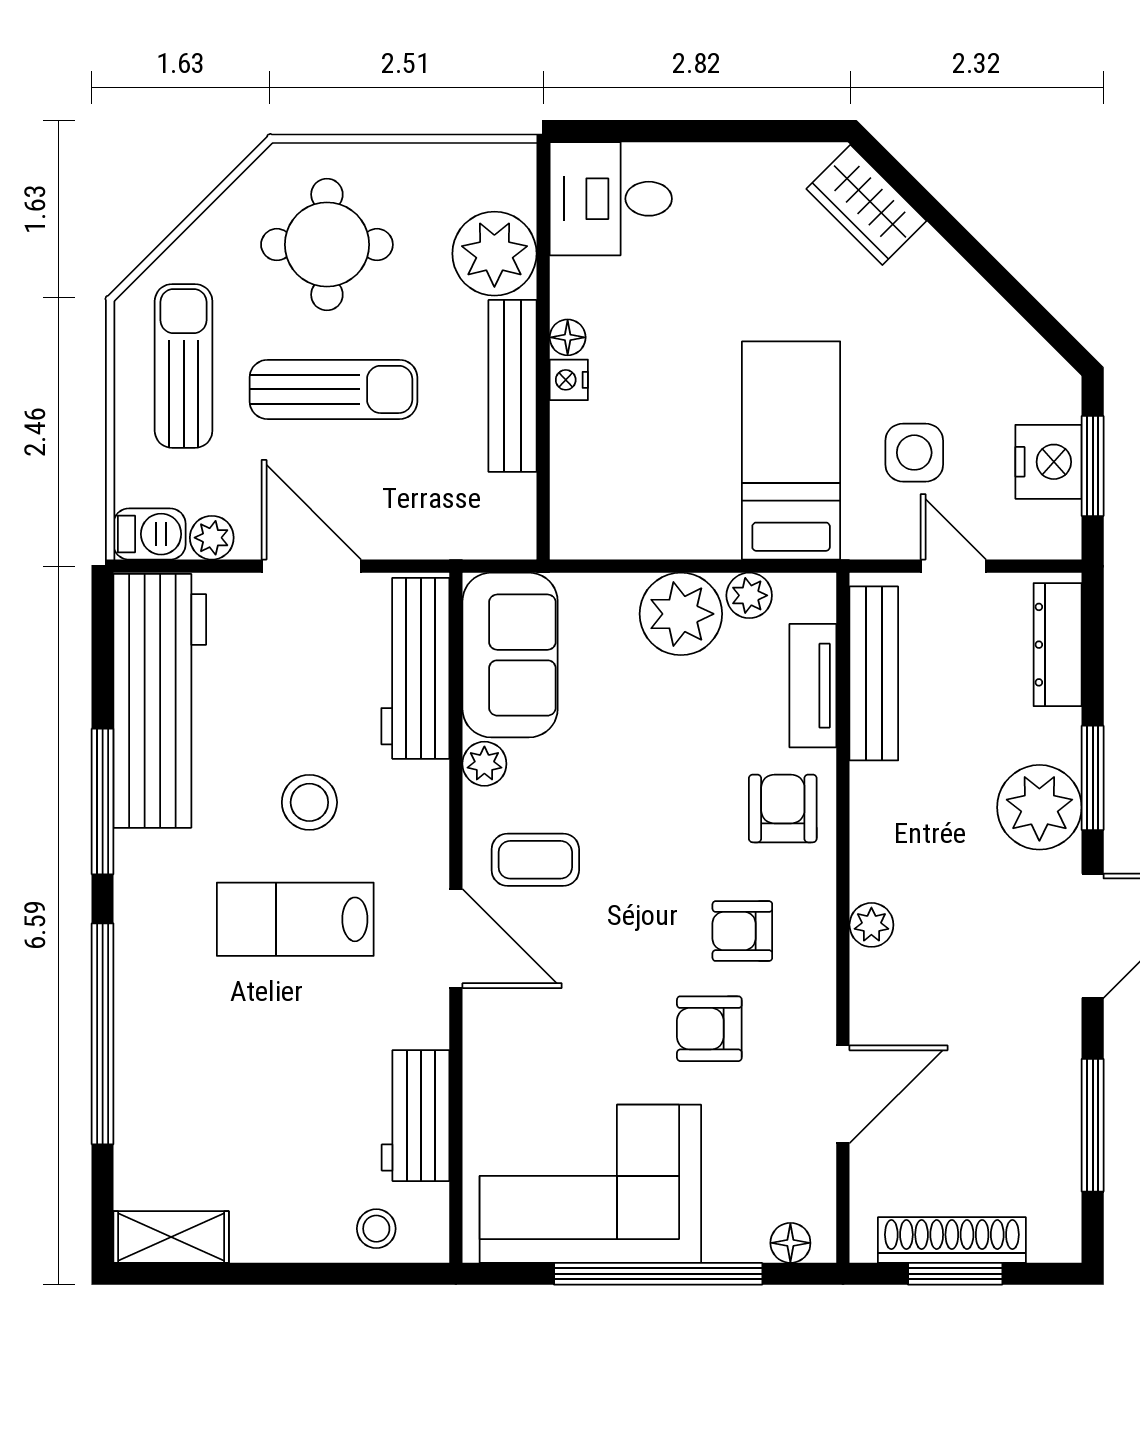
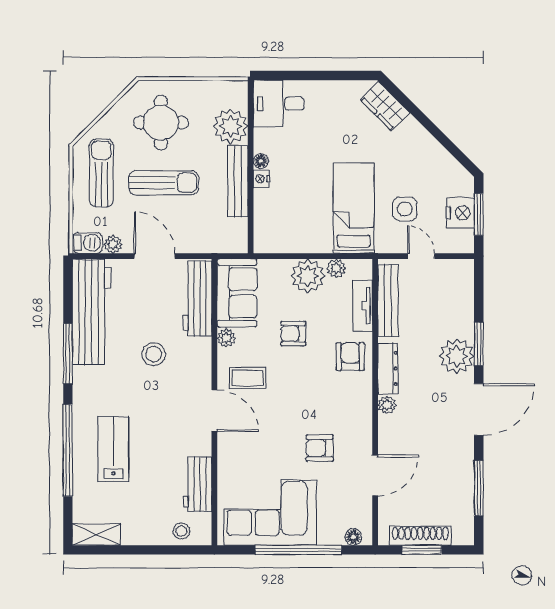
dresser: (1058, 645) -> (388, 369), moved, turned 180
lab bench: (295, 919) -> (113, 449), moved, turned 90
armchair: (742, 931) -> (293, 334), moved

